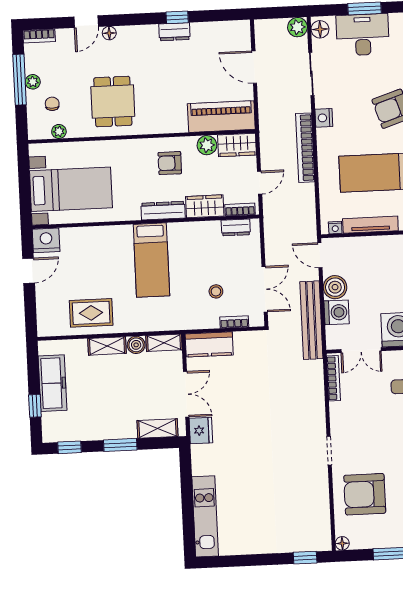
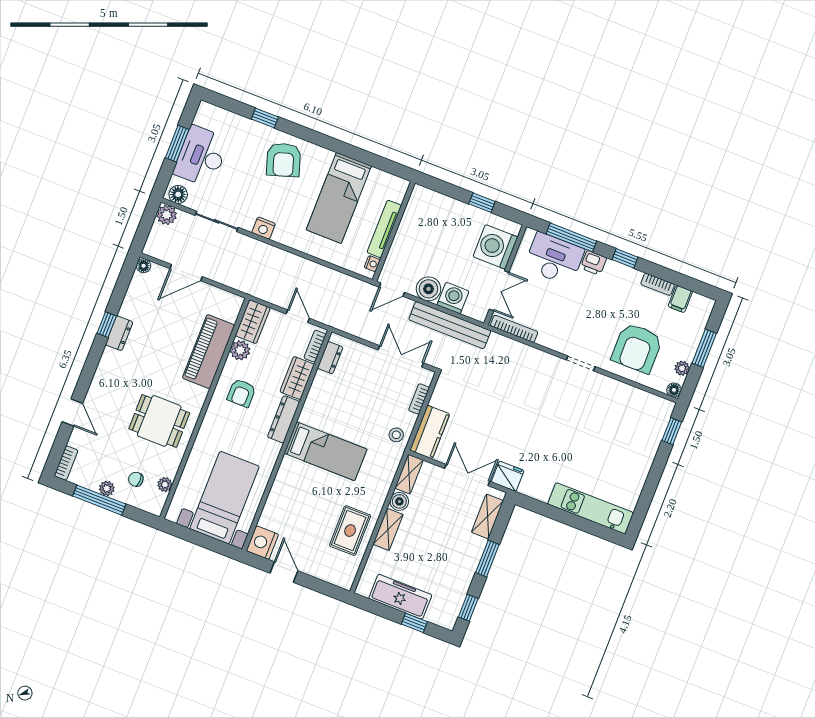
floor lamp: (109, 33) -> (144, 266), moved
piano: (221, 117) -> (209, 352), moved
bookcase: (305, 148) -> (284, 258), removed
stool: (216, 291) -> (396, 435), moved
plant: (365, 542) -> (682, 368), added

